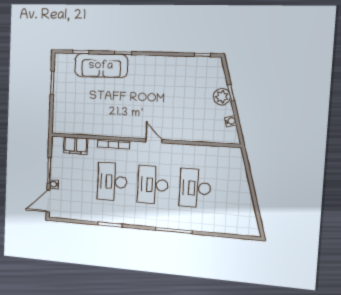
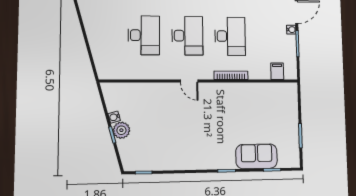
sofa: (101, 66) -> (257, 156), width x0.73
water cooler: (231, 121) -> (114, 117), moved
filing cabinet: (76, 146) -> (277, 71), width x0.50

